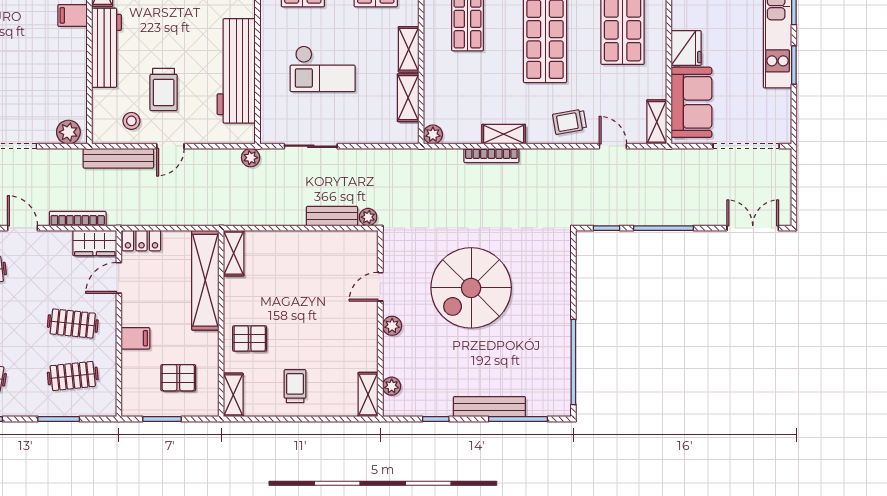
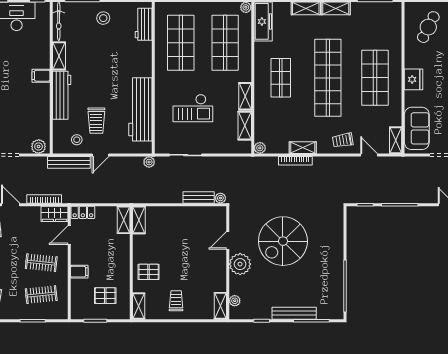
fridge: (686, 48) -> (414, 79), moved
shelving: (205, 280) -> (124, 220), width x0.45, depth x0.75
plant: (392, 326) -> (240, 264), width x1.87, depth x1.87

